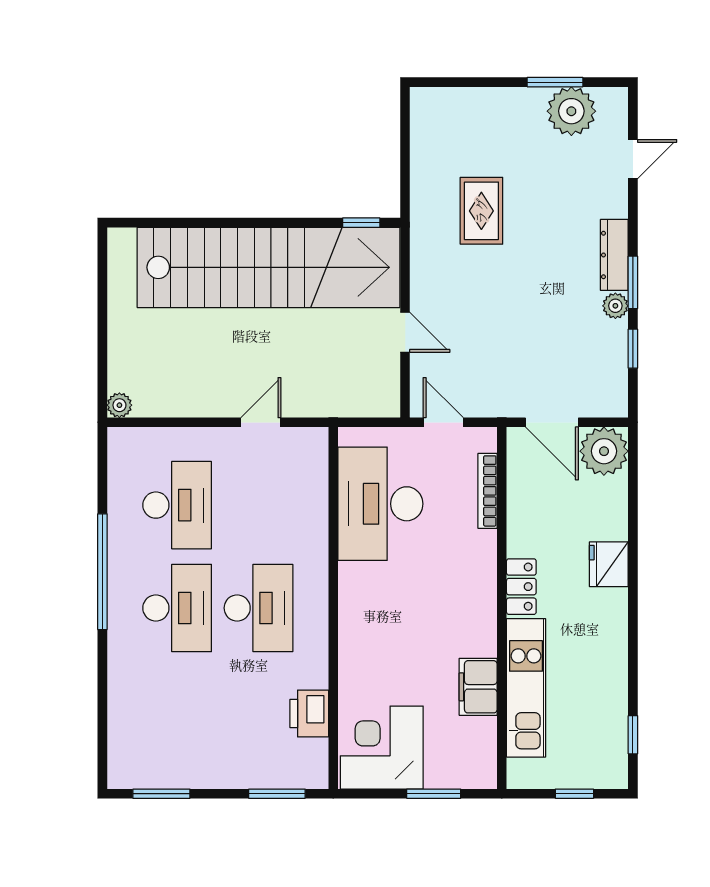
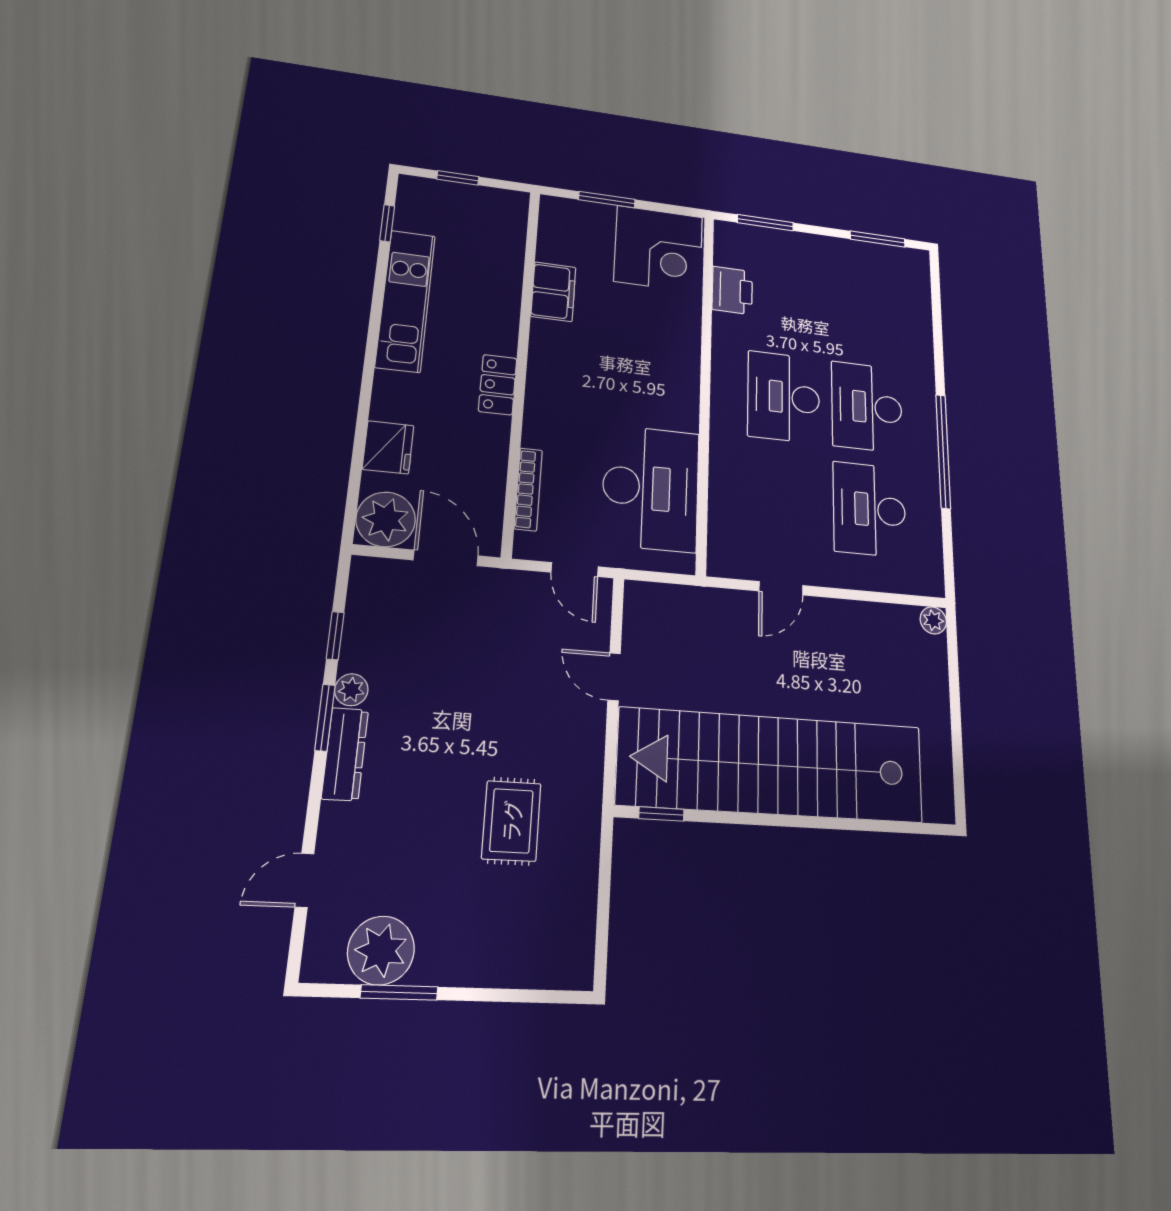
fridge: (609, 564) -> (388, 447), moved
kitchen unit: (526, 688) -> (406, 300), moved, turned 180

